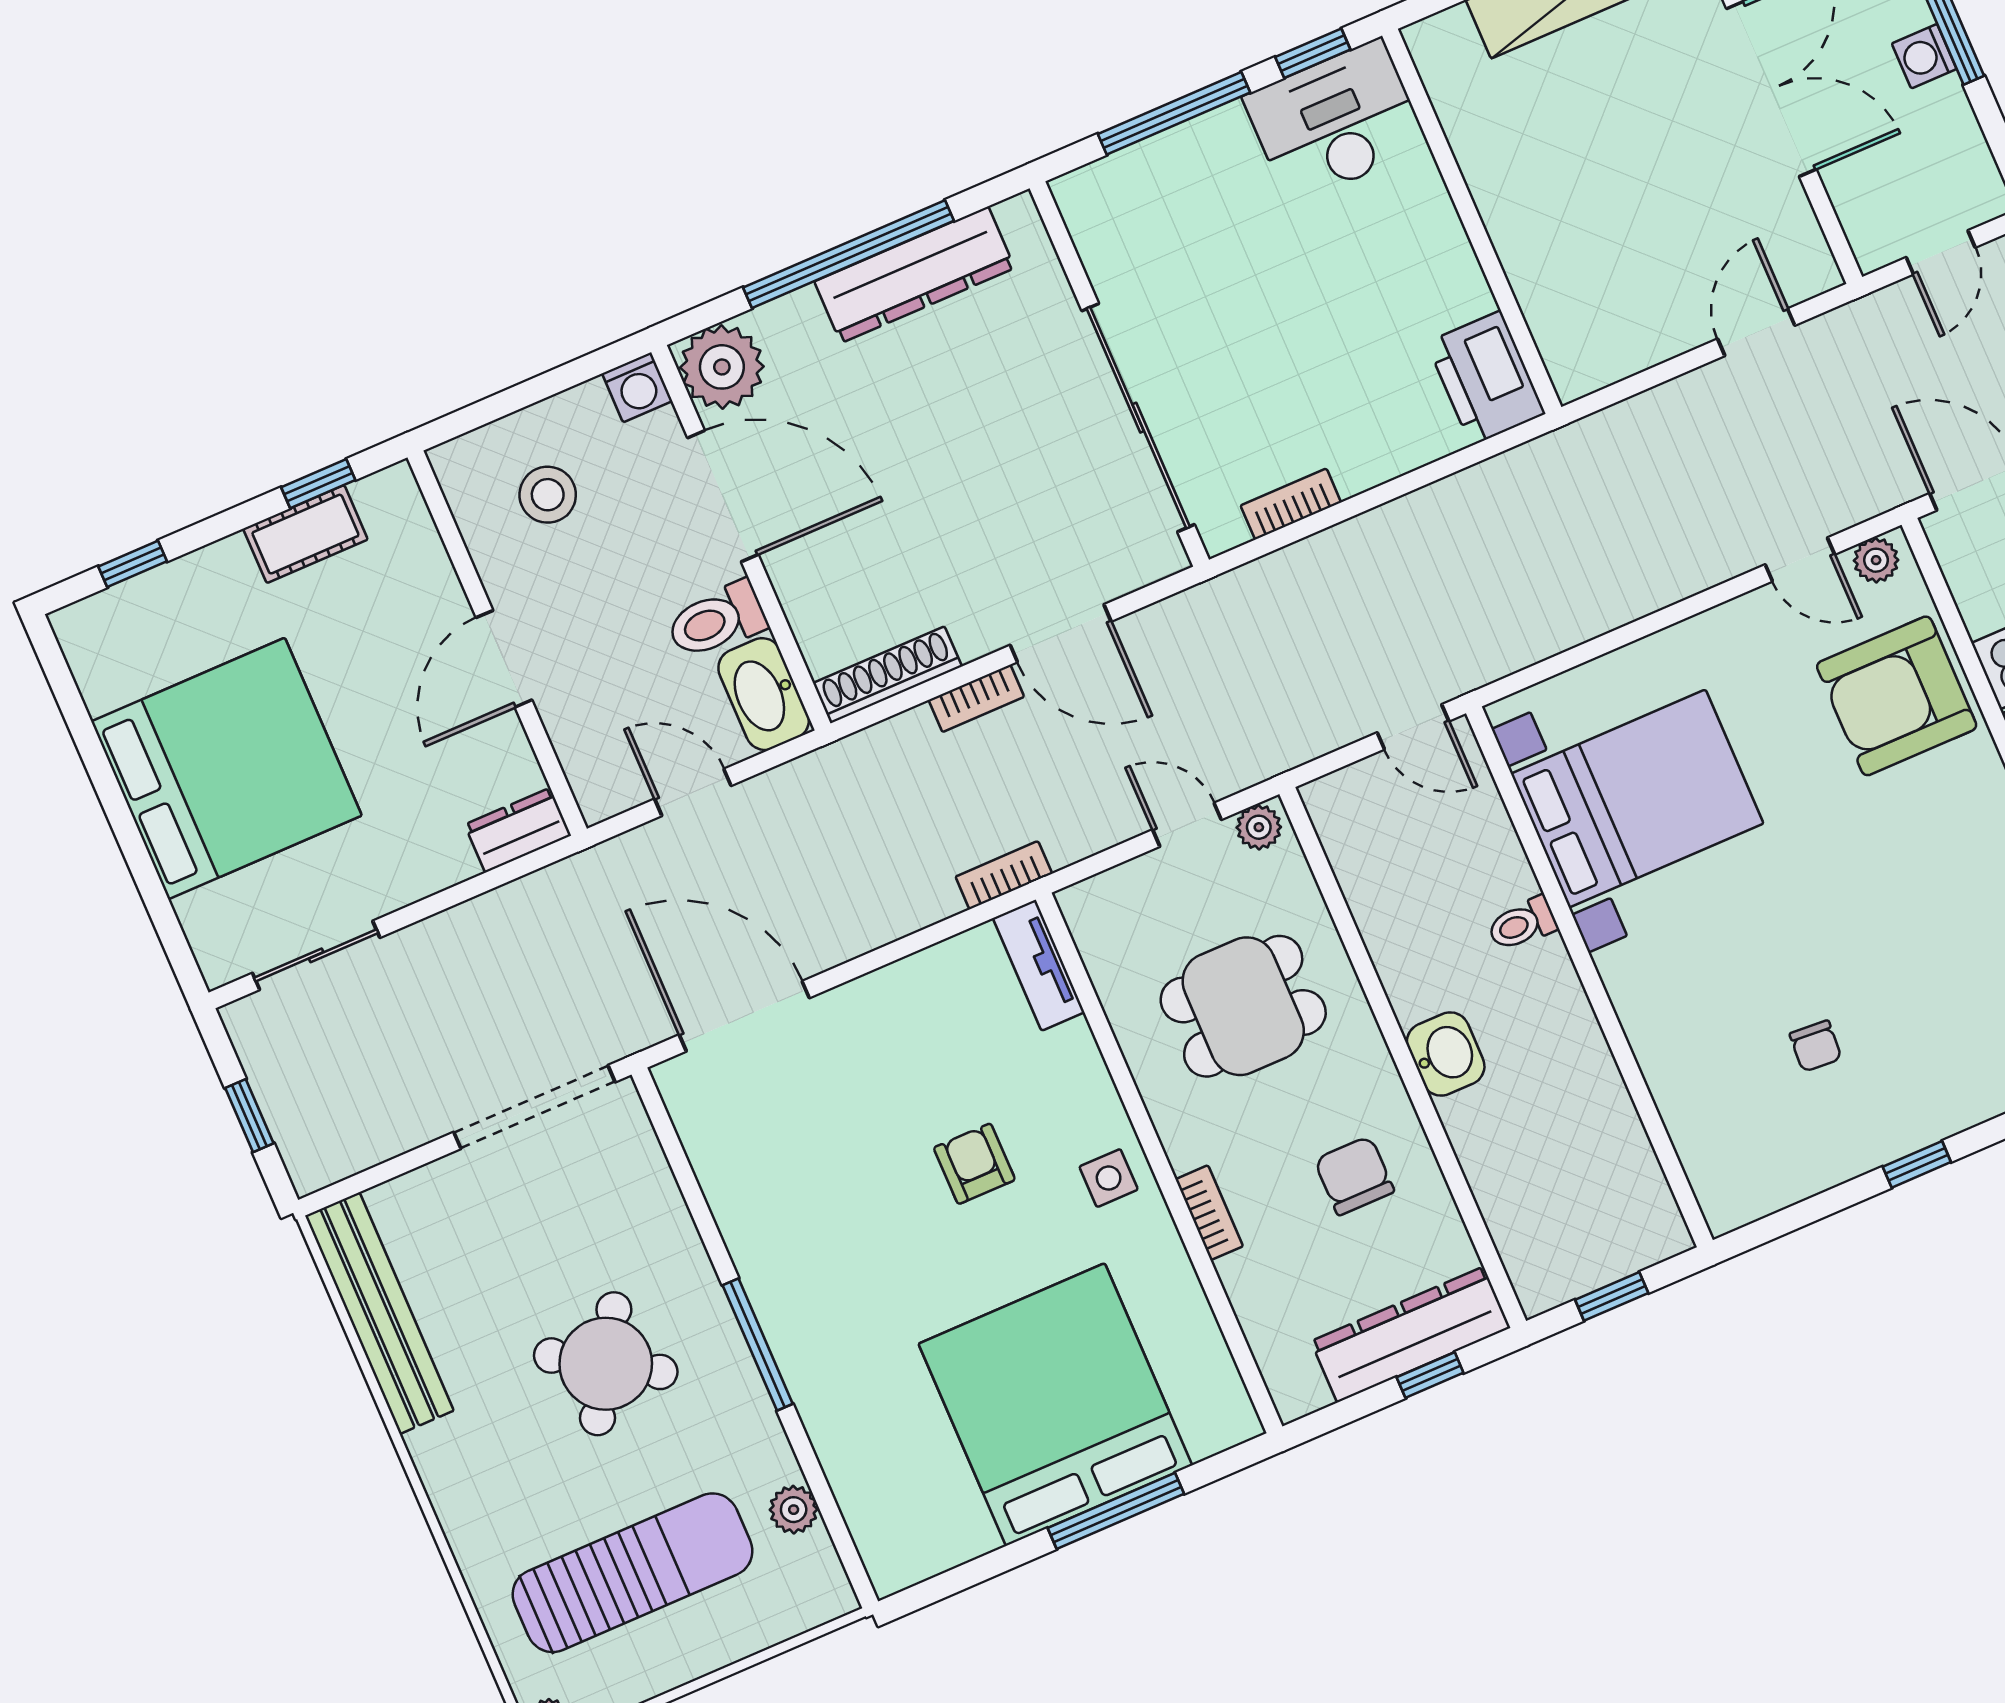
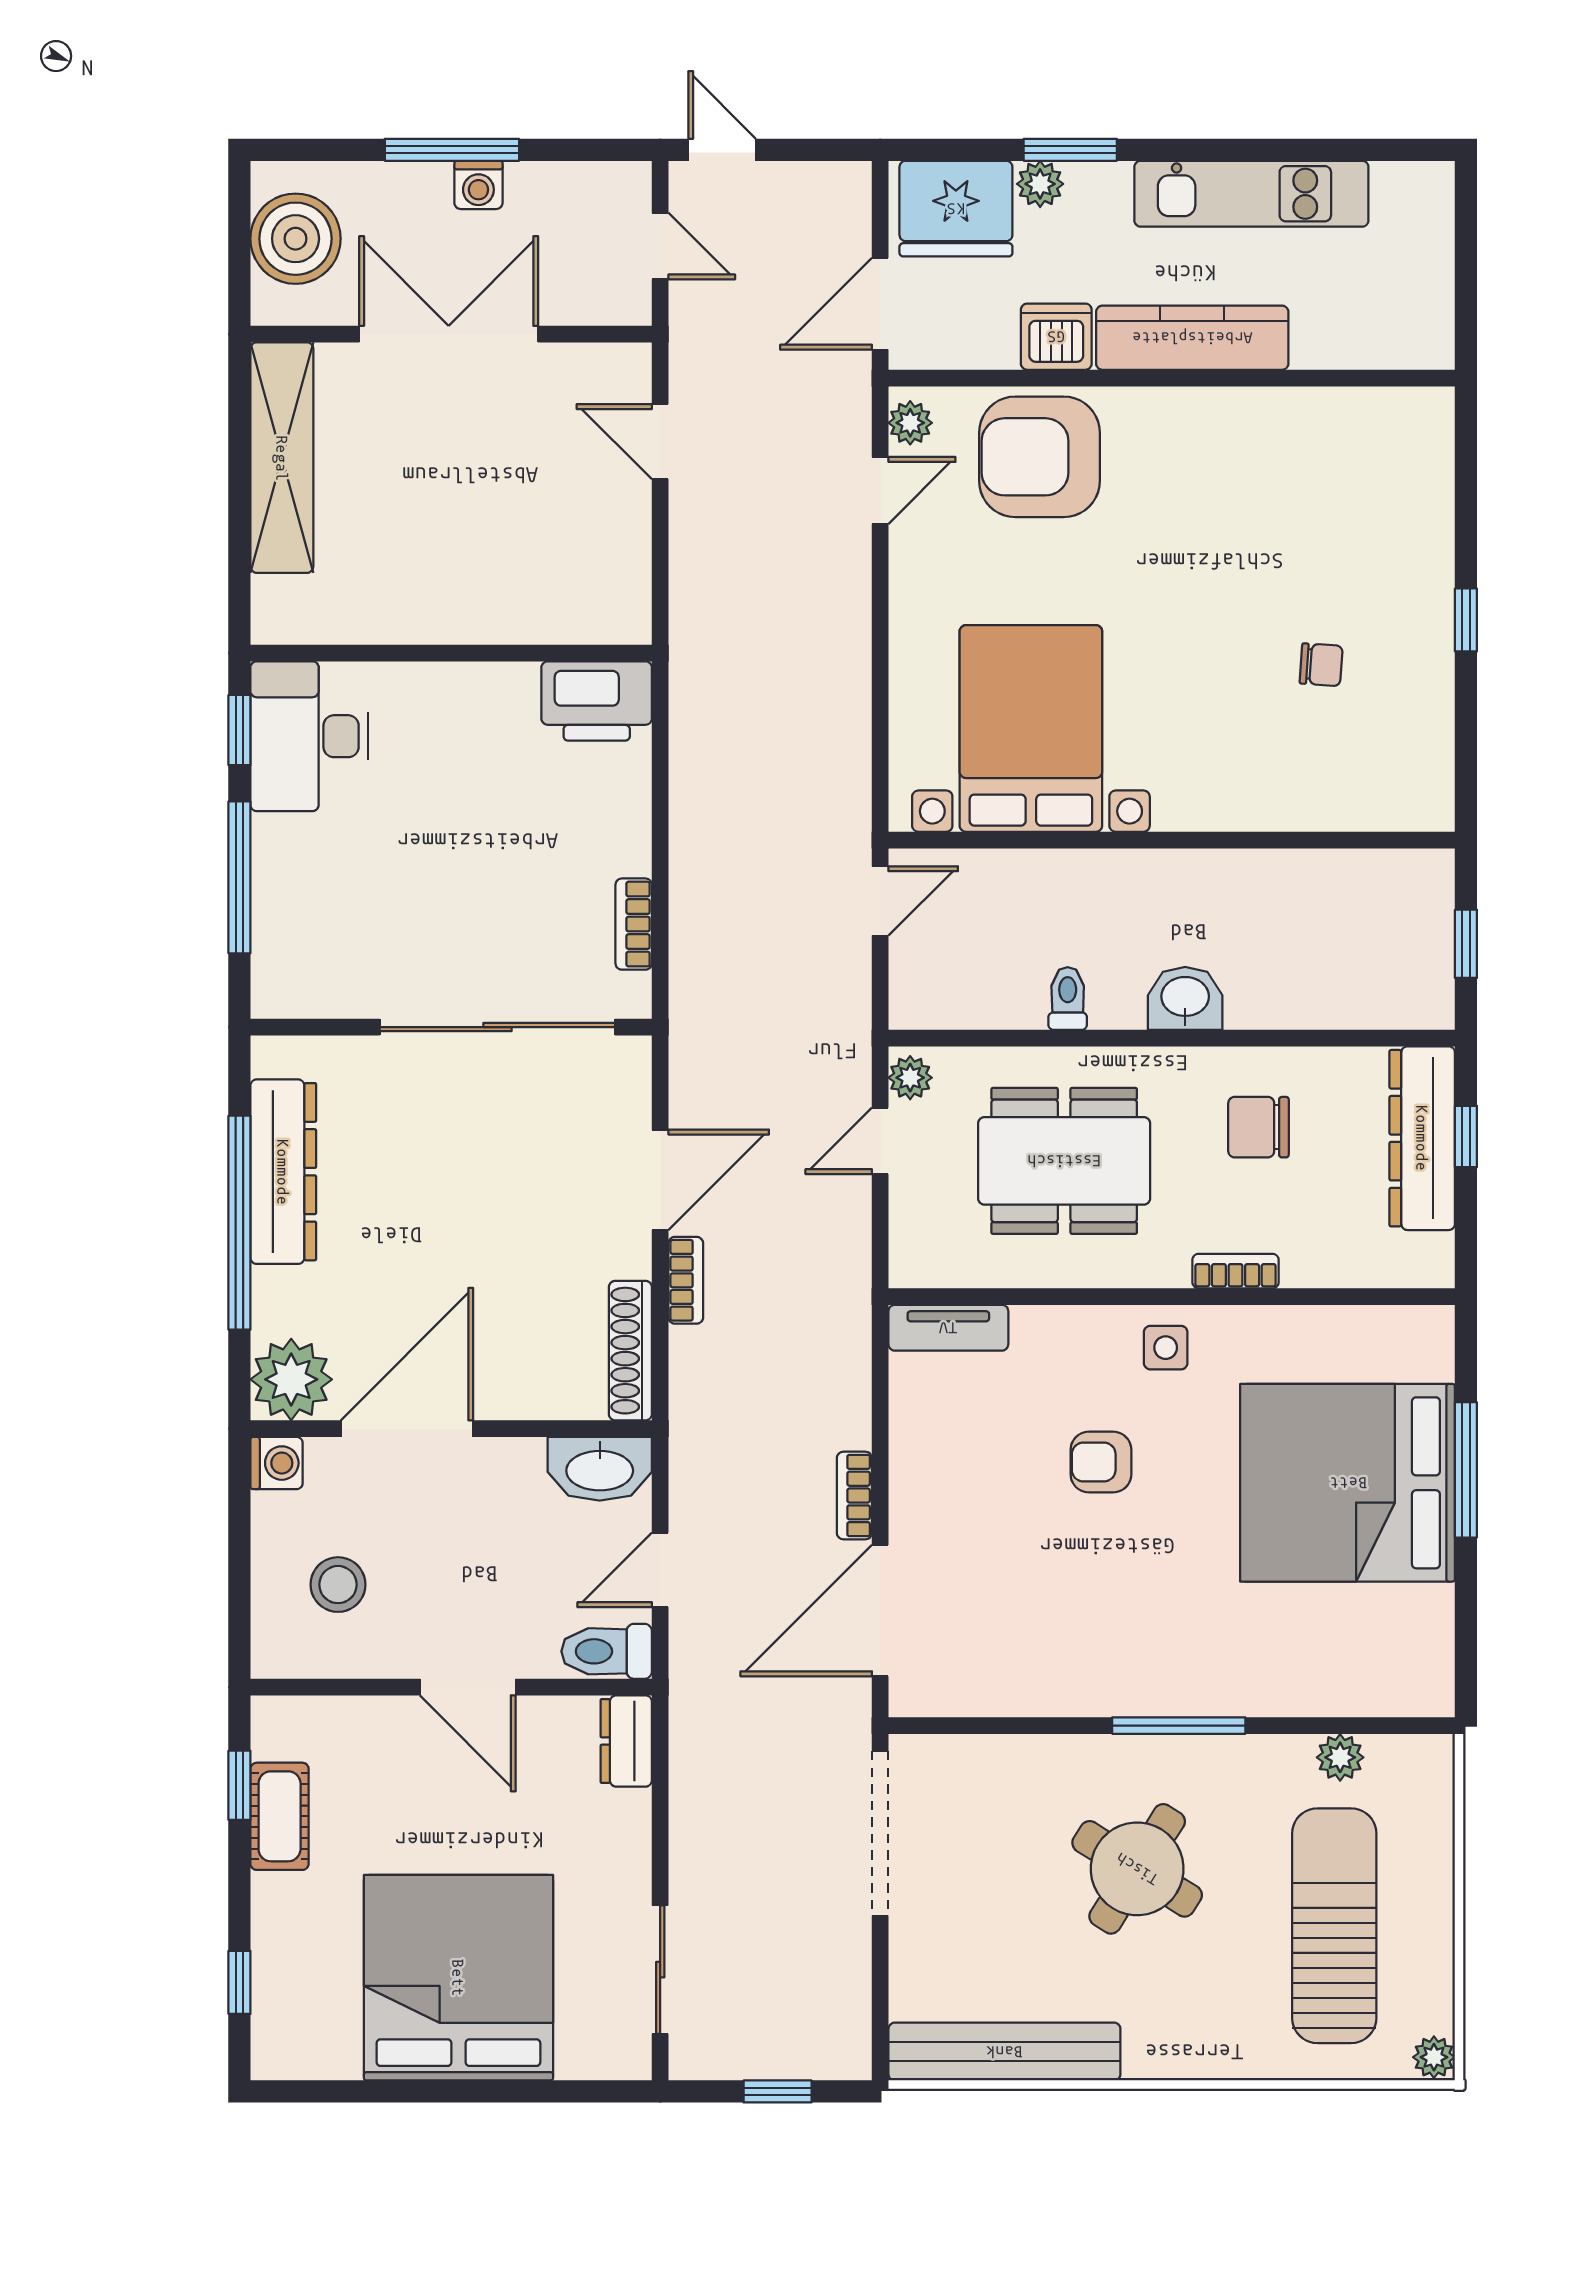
toilet: (717, 620) -> (607, 1651), moved, turned 90
armchair: (1897, 696) -> (1040, 457), turned 90
bookcase: (1004, 875) -> (854, 1496), moved
toilet: (1522, 924) -> (1068, 998), moved, turned 180
dining table: (1243, 1006) -> (1064, 1161), width x1.38

